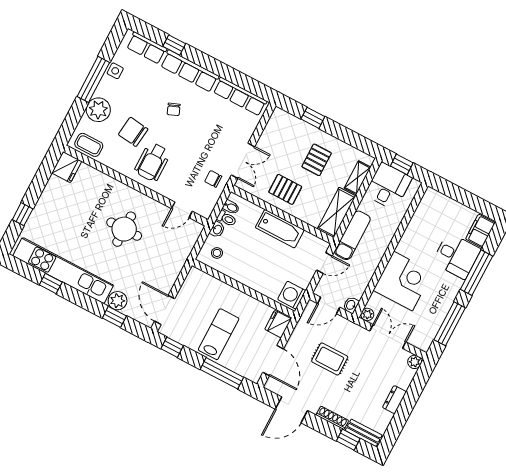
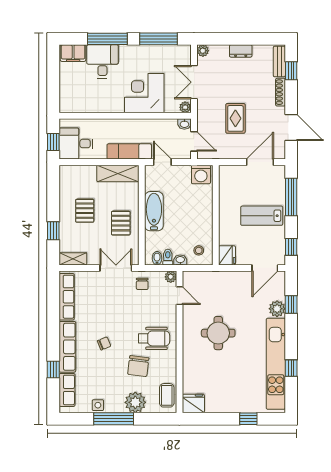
pallet: (317, 160) -> (85, 211), turned 90
shelving: (358, 178) -> (73, 259), moved
plant: (205, 211) -> (171, 277), added
fridge: (278, 324) -> (227, 255), moved, turned -90

